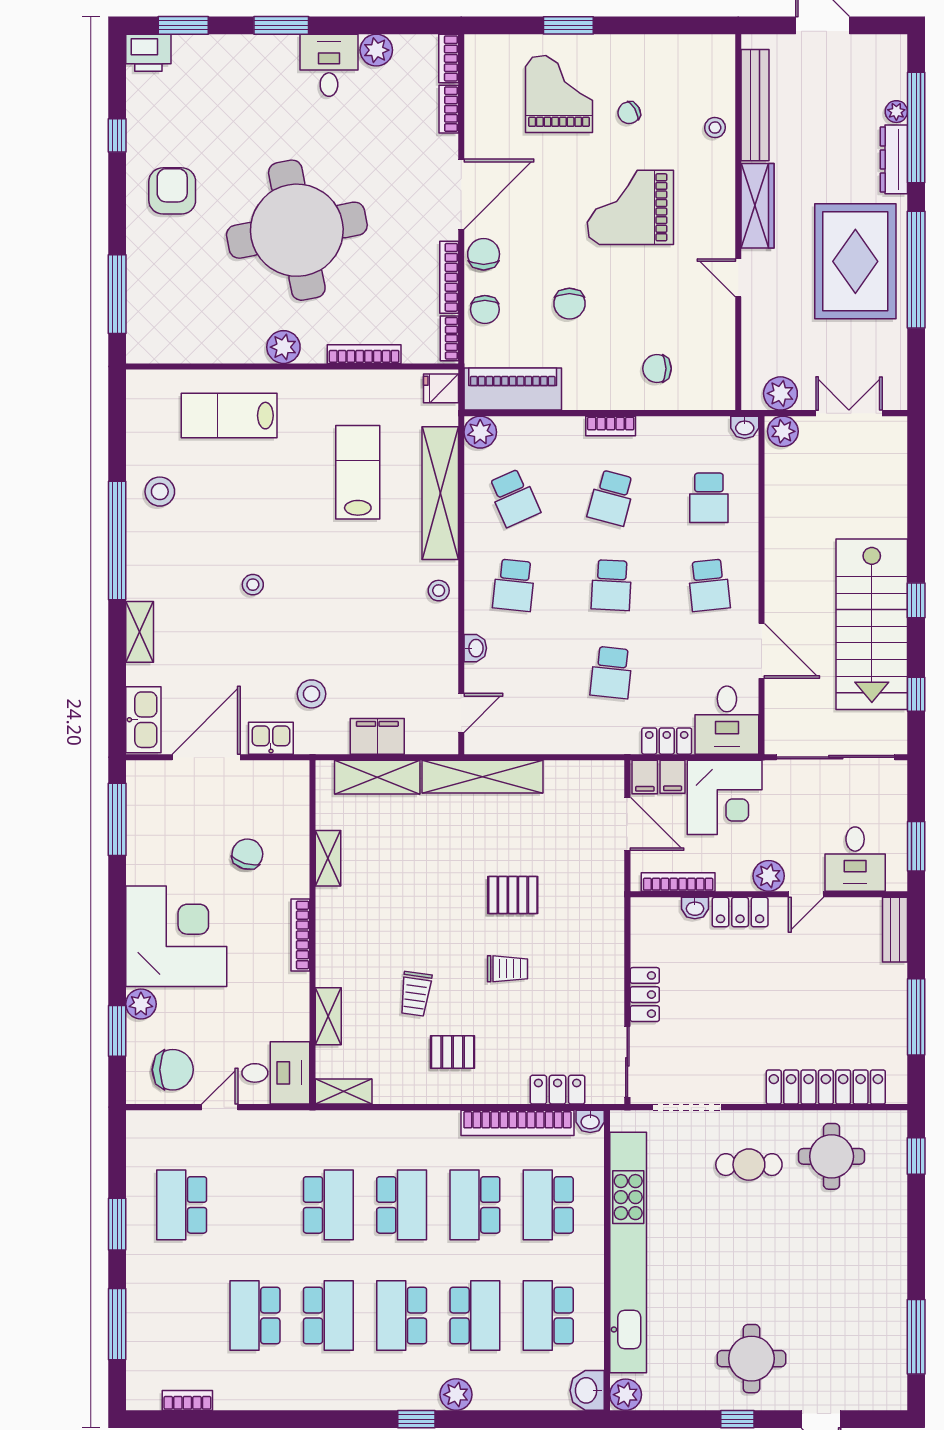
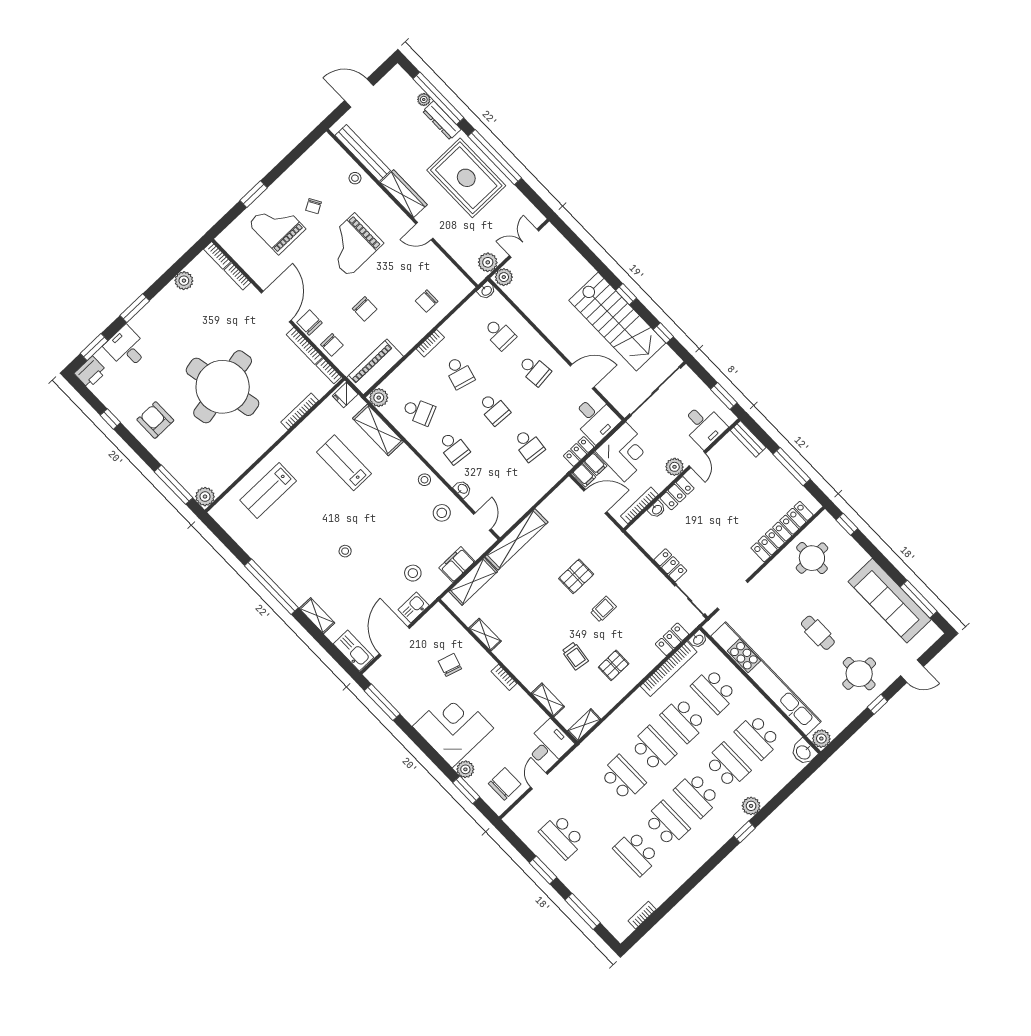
desk: (329, 65) -> (126, 348), moved
plant: (283, 347) -> (205, 497), moved
stool: (160, 492) -> (442, 513), moved
shelving: (440, 493) -> (378, 430), width x0.68
bookcase: (300, 935) -> (504, 677), width x0.64
cafe table: (749, 1165) -> (818, 633), moved, turned 90
sofa: (878, 1304) -> (890, 601), added

